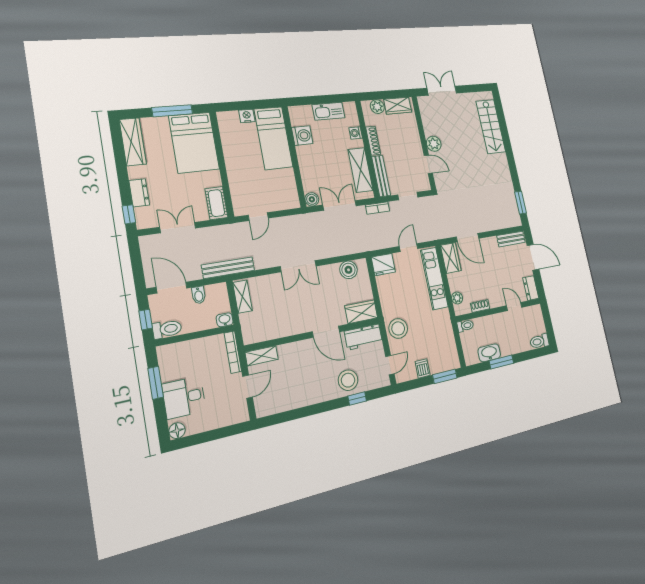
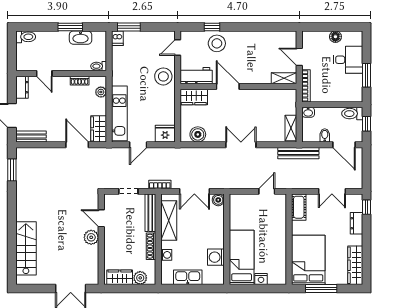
dishwasher: (423, 368) -> (117, 38), moved
door: (248, 387) -> (299, 57), hinge flipped
floor lamp: (177, 431) -> (335, 37), moved

